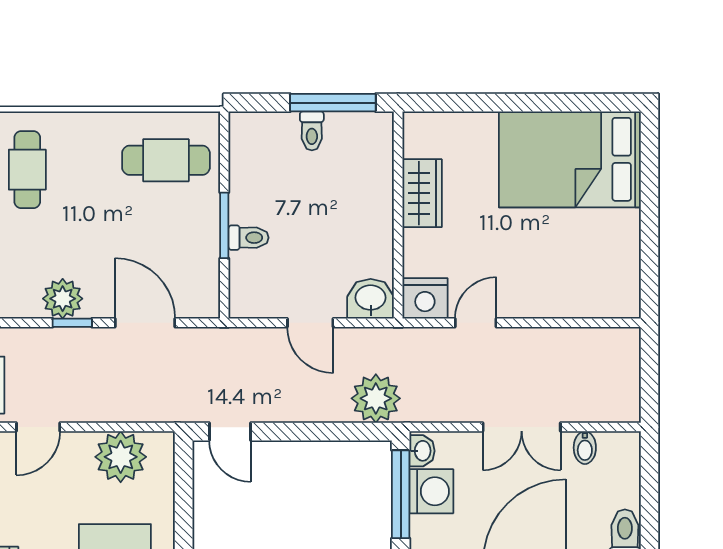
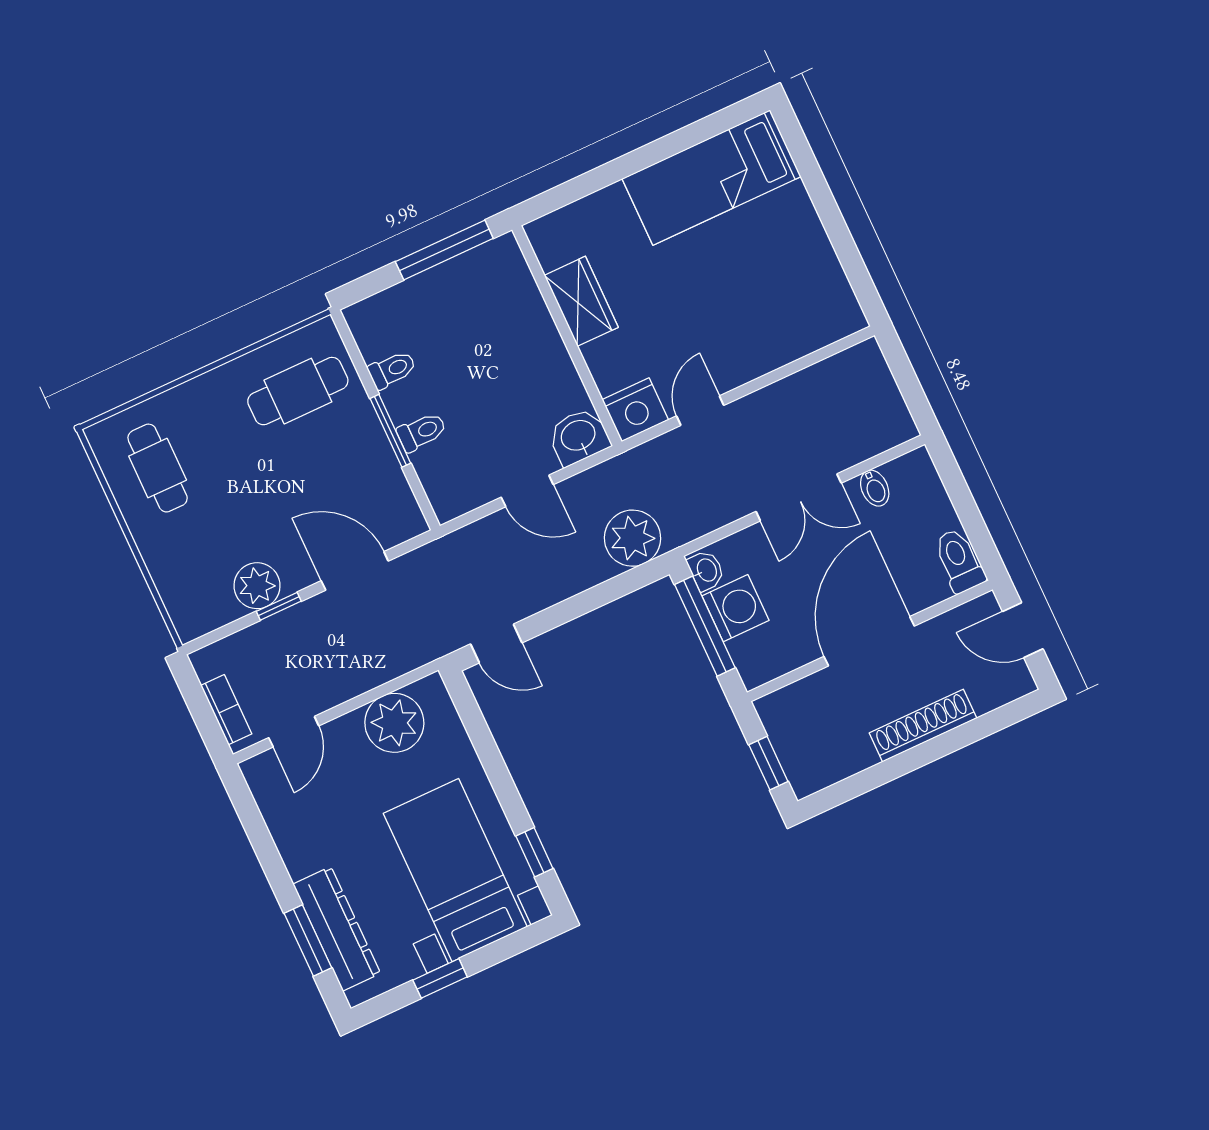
toilet: (312, 131) -> (392, 370), moved, turned -90
bed: (570, 159) -> (711, 178), width x0.67

